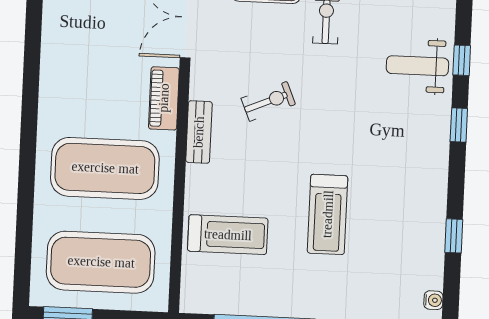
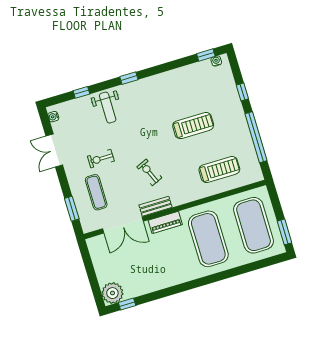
window: (462, 60) -> (81, 92), moved
bench: (199, 132) -> (155, 206), moved
treadmill: (228, 235) -> (219, 170), turned 90
window: (454, 236) -> (206, 55), moved

